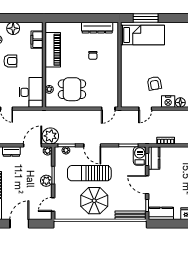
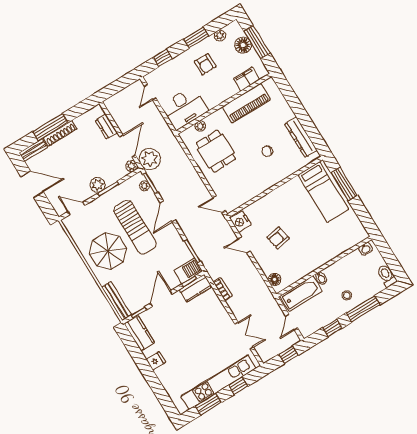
window: (17, 18) -> (257, 42), added
nightstand: (168, 101) -> (240, 222), moved
door: (33, 145) -> (127, 146), hinge flipped
sun lounger: (89, 173) -> (135, 227), turned 180

